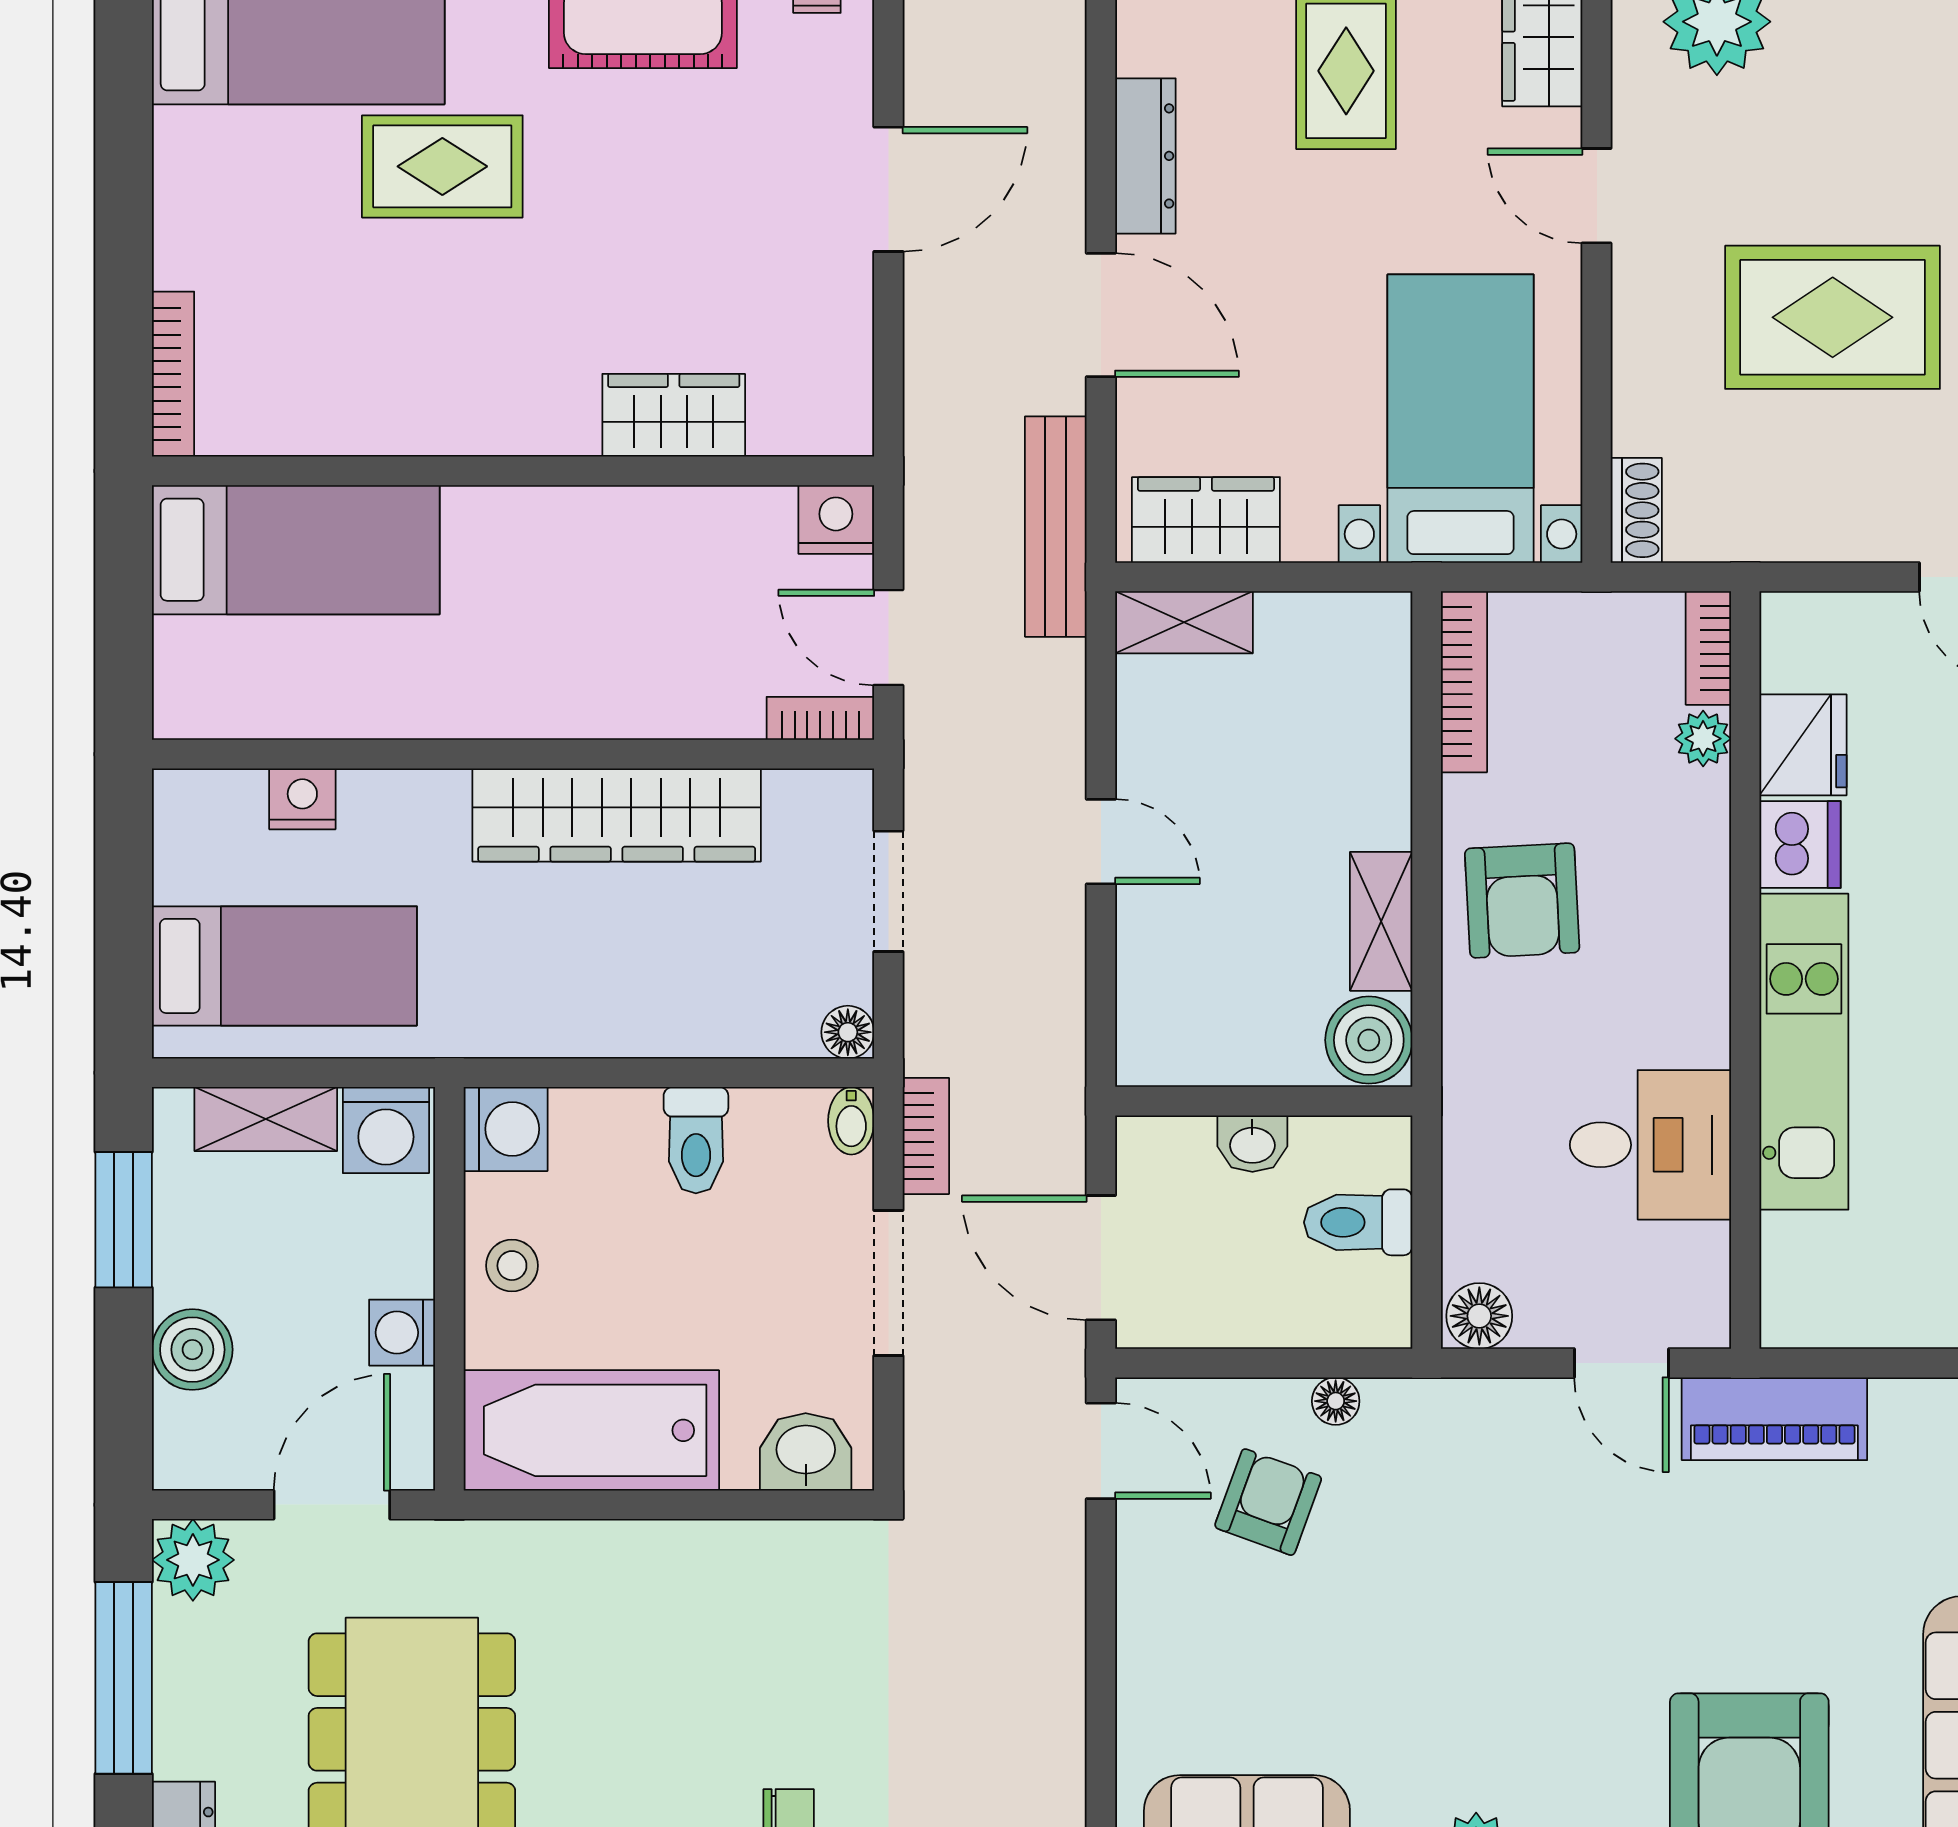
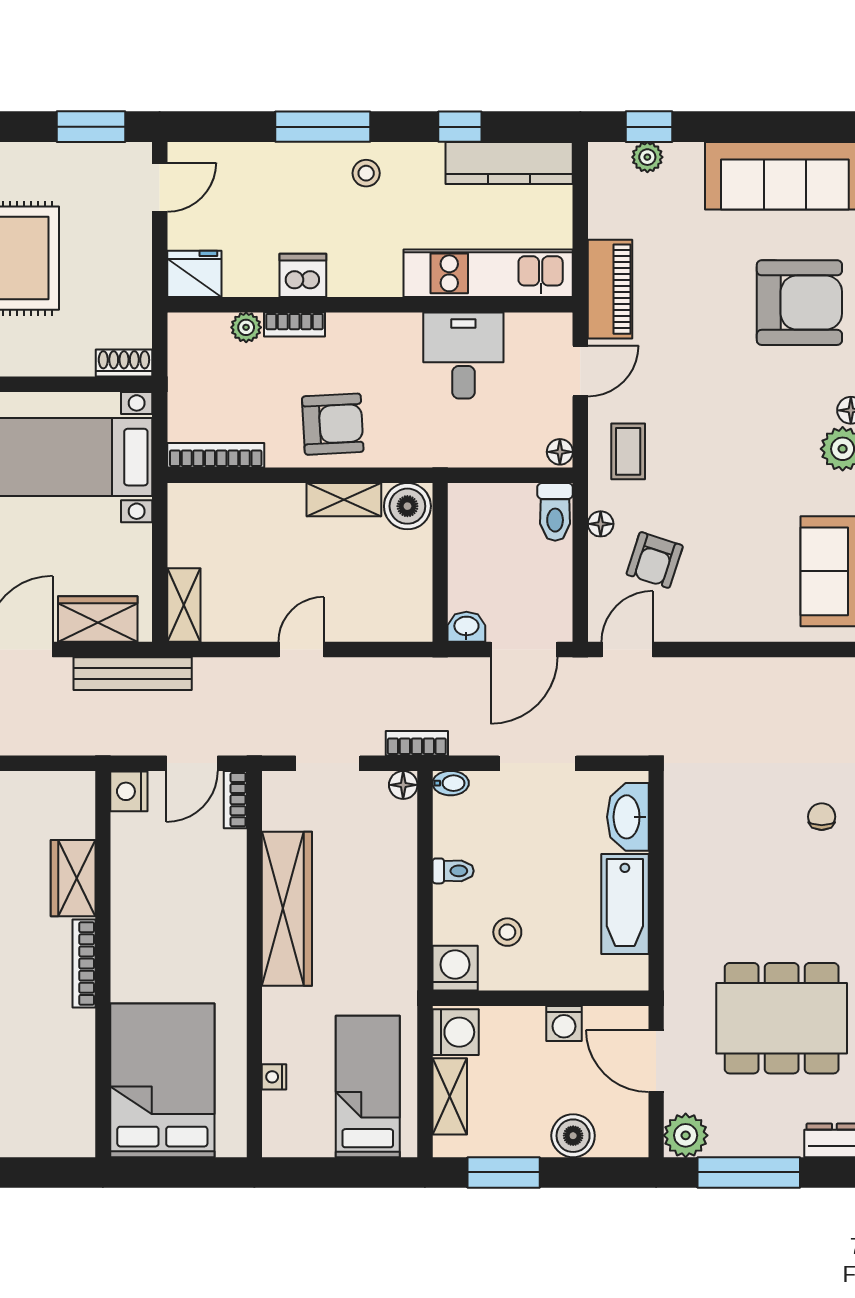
bookcase: (173, 374) -> (84, 964), moved, turned -90
wardrobe: (1206, 520) -> (98, 619), moved, turned 90
bed: (296, 550) -> (162, 1080), width x1.50
bookcase: (1708, 648) -> (294, 324), moved
fridge: (1803, 745) -> (194, 274), moved
nightstand: (302, 799) -> (274, 1077), width x0.72, depth x0.74
kitchen unit: (1804, 1052) -> (488, 273), moved
bookcase: (926, 1136) -> (417, 743), moved
toilet: (696, 1140) -> (453, 871), width x0.73, depth x0.72
washbasin: (1252, 1144) -> (466, 627), moved, turned -90
toilet: (1358, 1222) -> (555, 512), moved
stool: (512, 1266) -> (507, 932), moved
floor lamp: (1479, 1316) -> (560, 452), width x0.73, depth x0.73
bathtub: (591, 1430) -> (625, 904), width x0.73, depth x0.73
washbasin: (806, 1452) -> (628, 817), width x1.38
coffee table: (1471, 1452) -> (628, 451), added
armchair: (1268, 1502) -> (655, 560), turned -92

